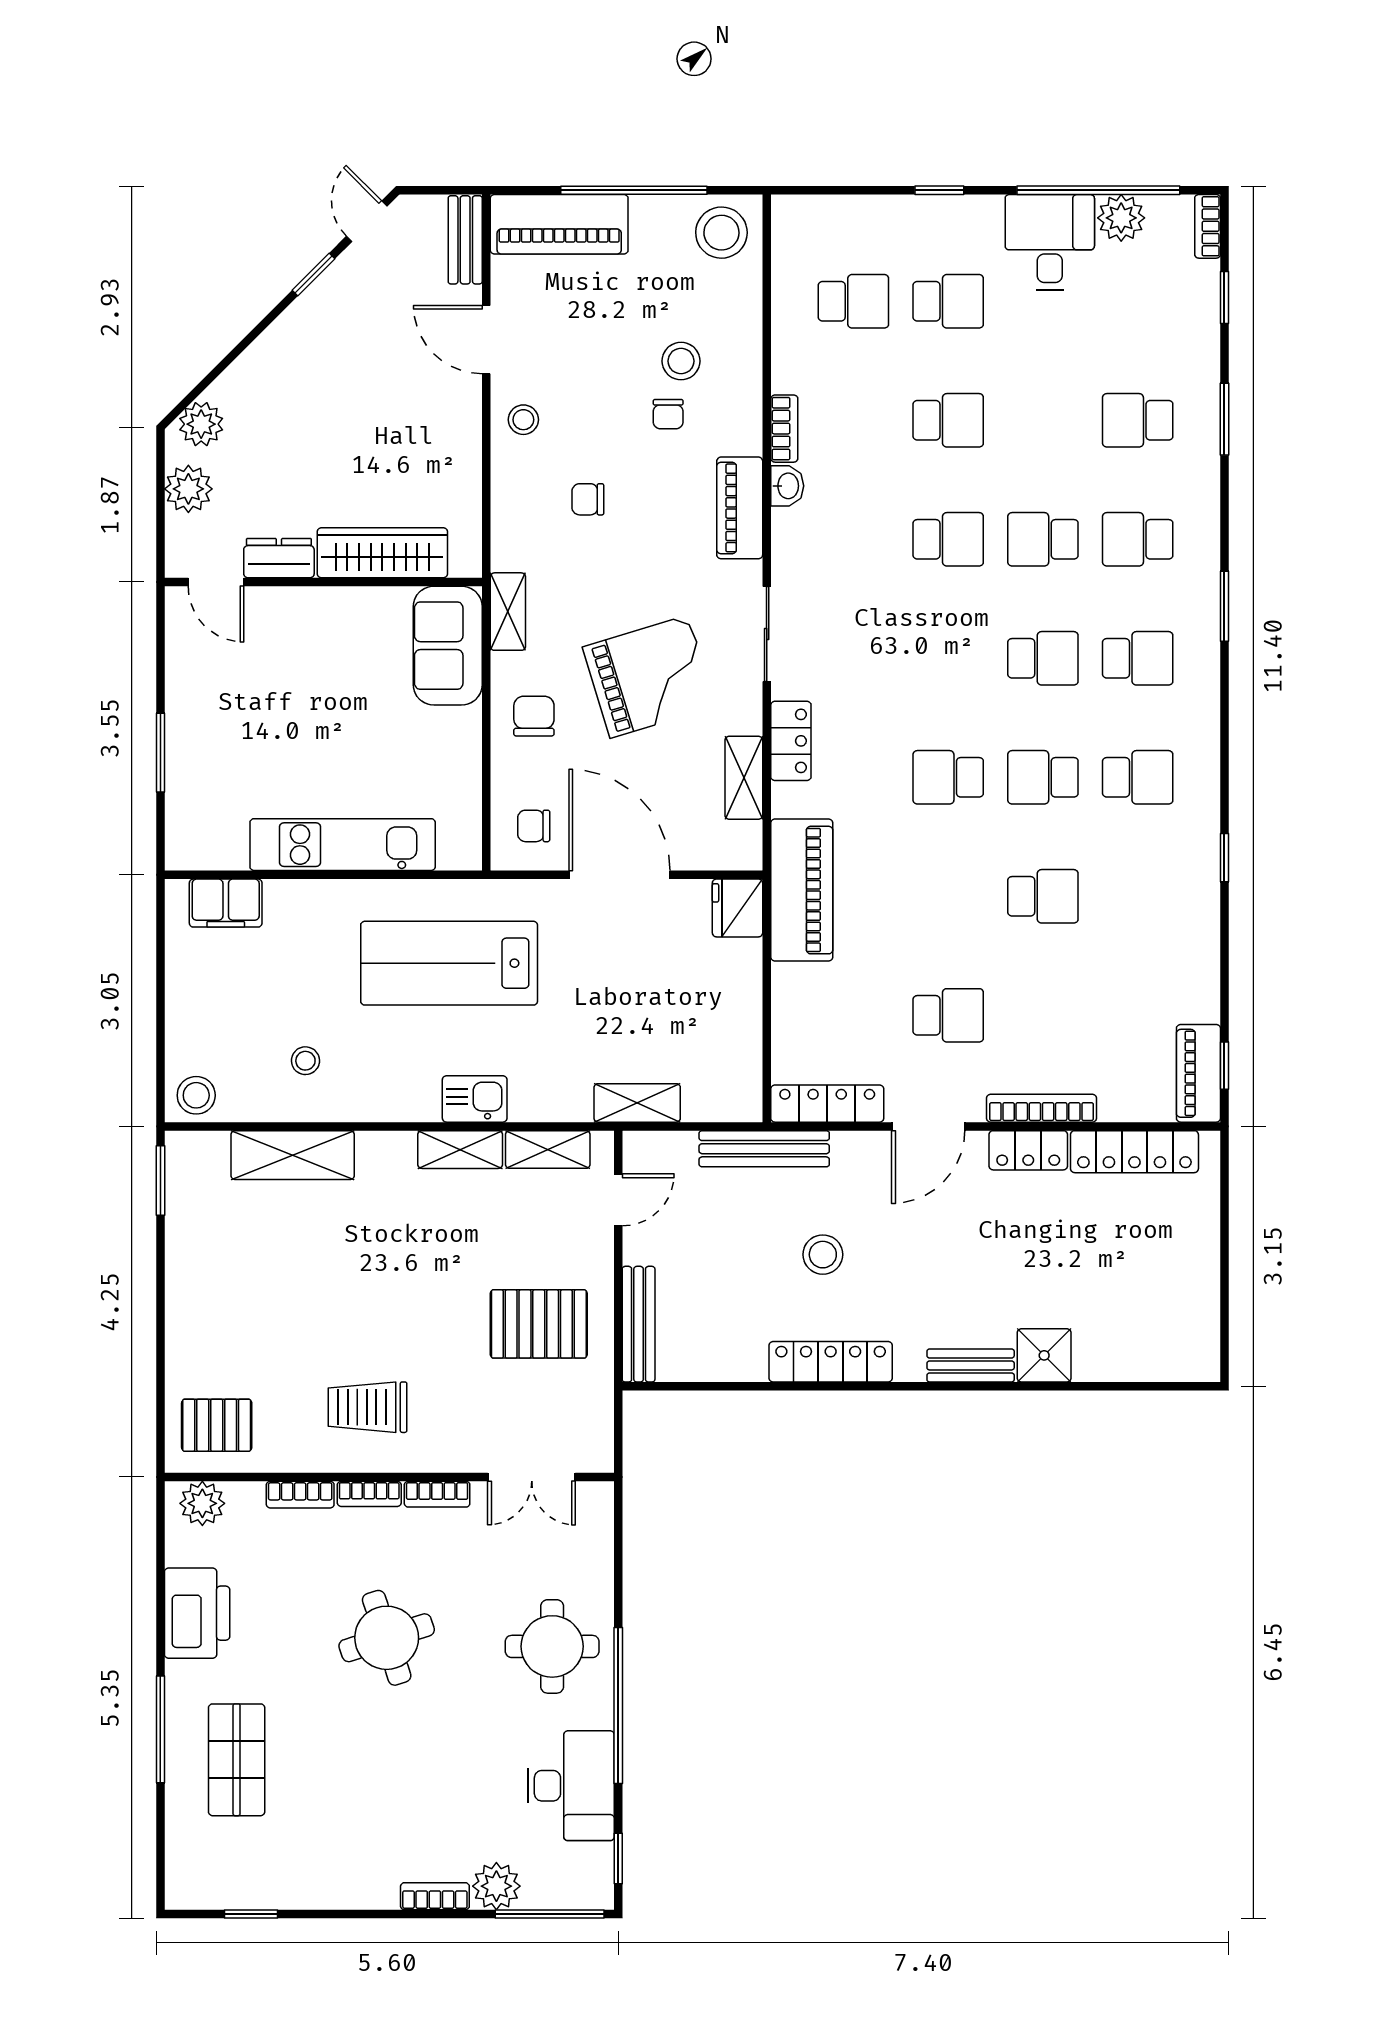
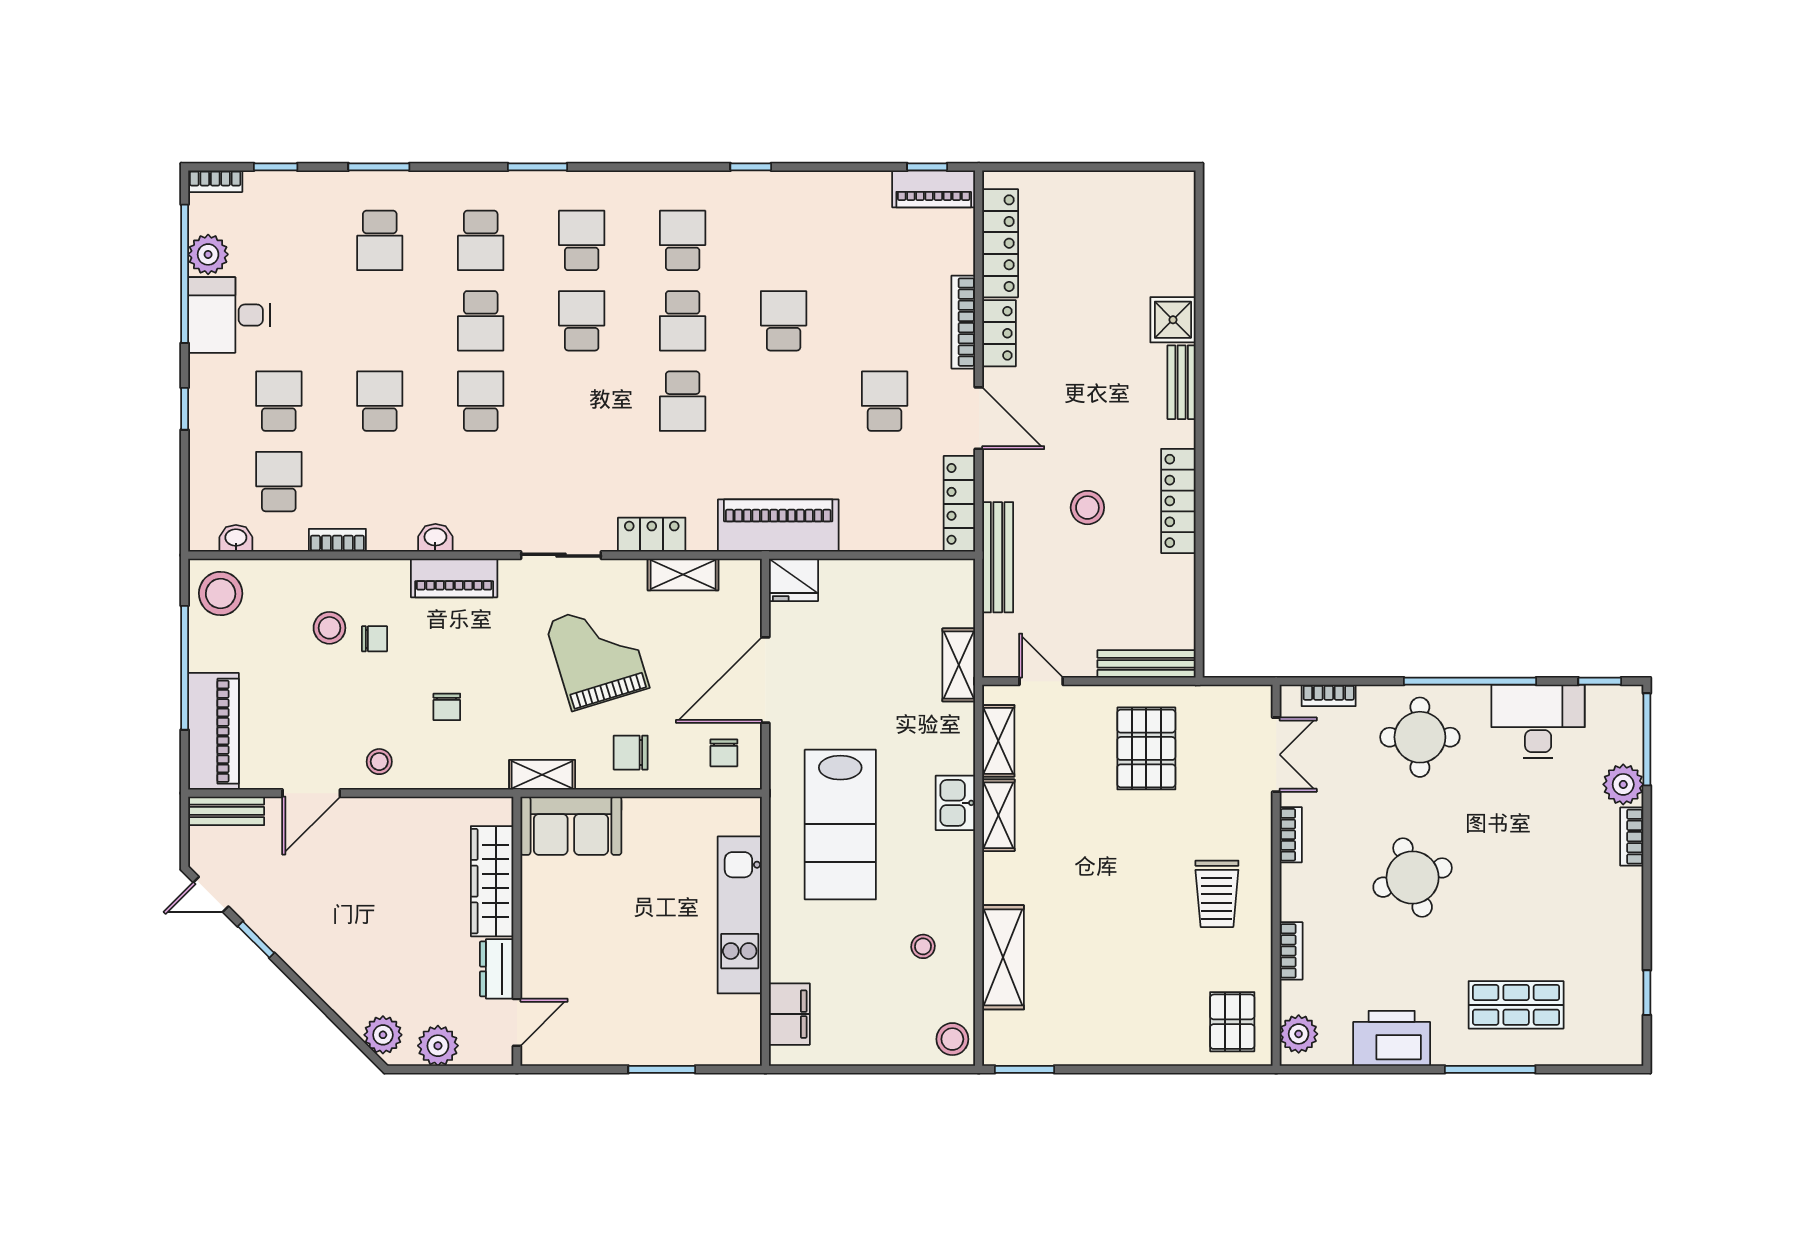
washbasin: (787, 251) -> (236, 538), added
bookcase: (784, 429) -> (337, 540), moved
bookcase: (369, 1494) -> (1329, 695), moved, turned 90

